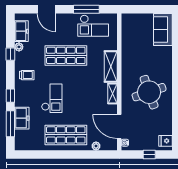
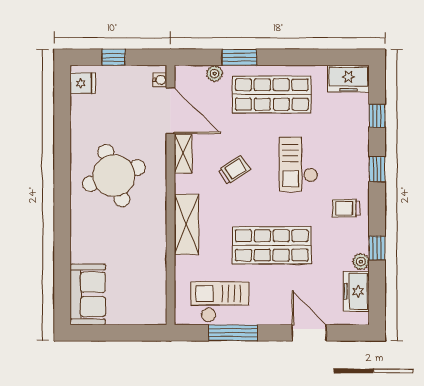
shelving: (113, 94) -> (183, 154), moved
trolley: (86, 95) -> (234, 170), added
freezer: (22, 118) -> (348, 79), moved, turned -90
window: (10, 124) -> (377, 116), width x0.46
window: (83, 154) -> (239, 57), added

